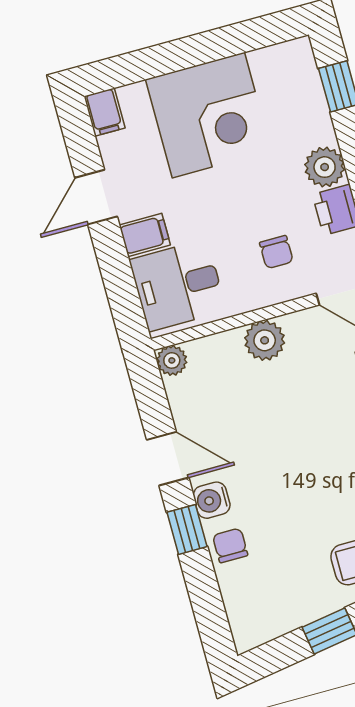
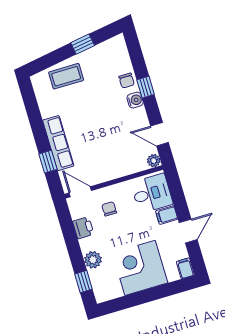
plant: (325, 167) -> (93, 260), moved
plant: (265, 340) -> (113, 170), removed
door: (168, 459) -> (160, 134), moved

